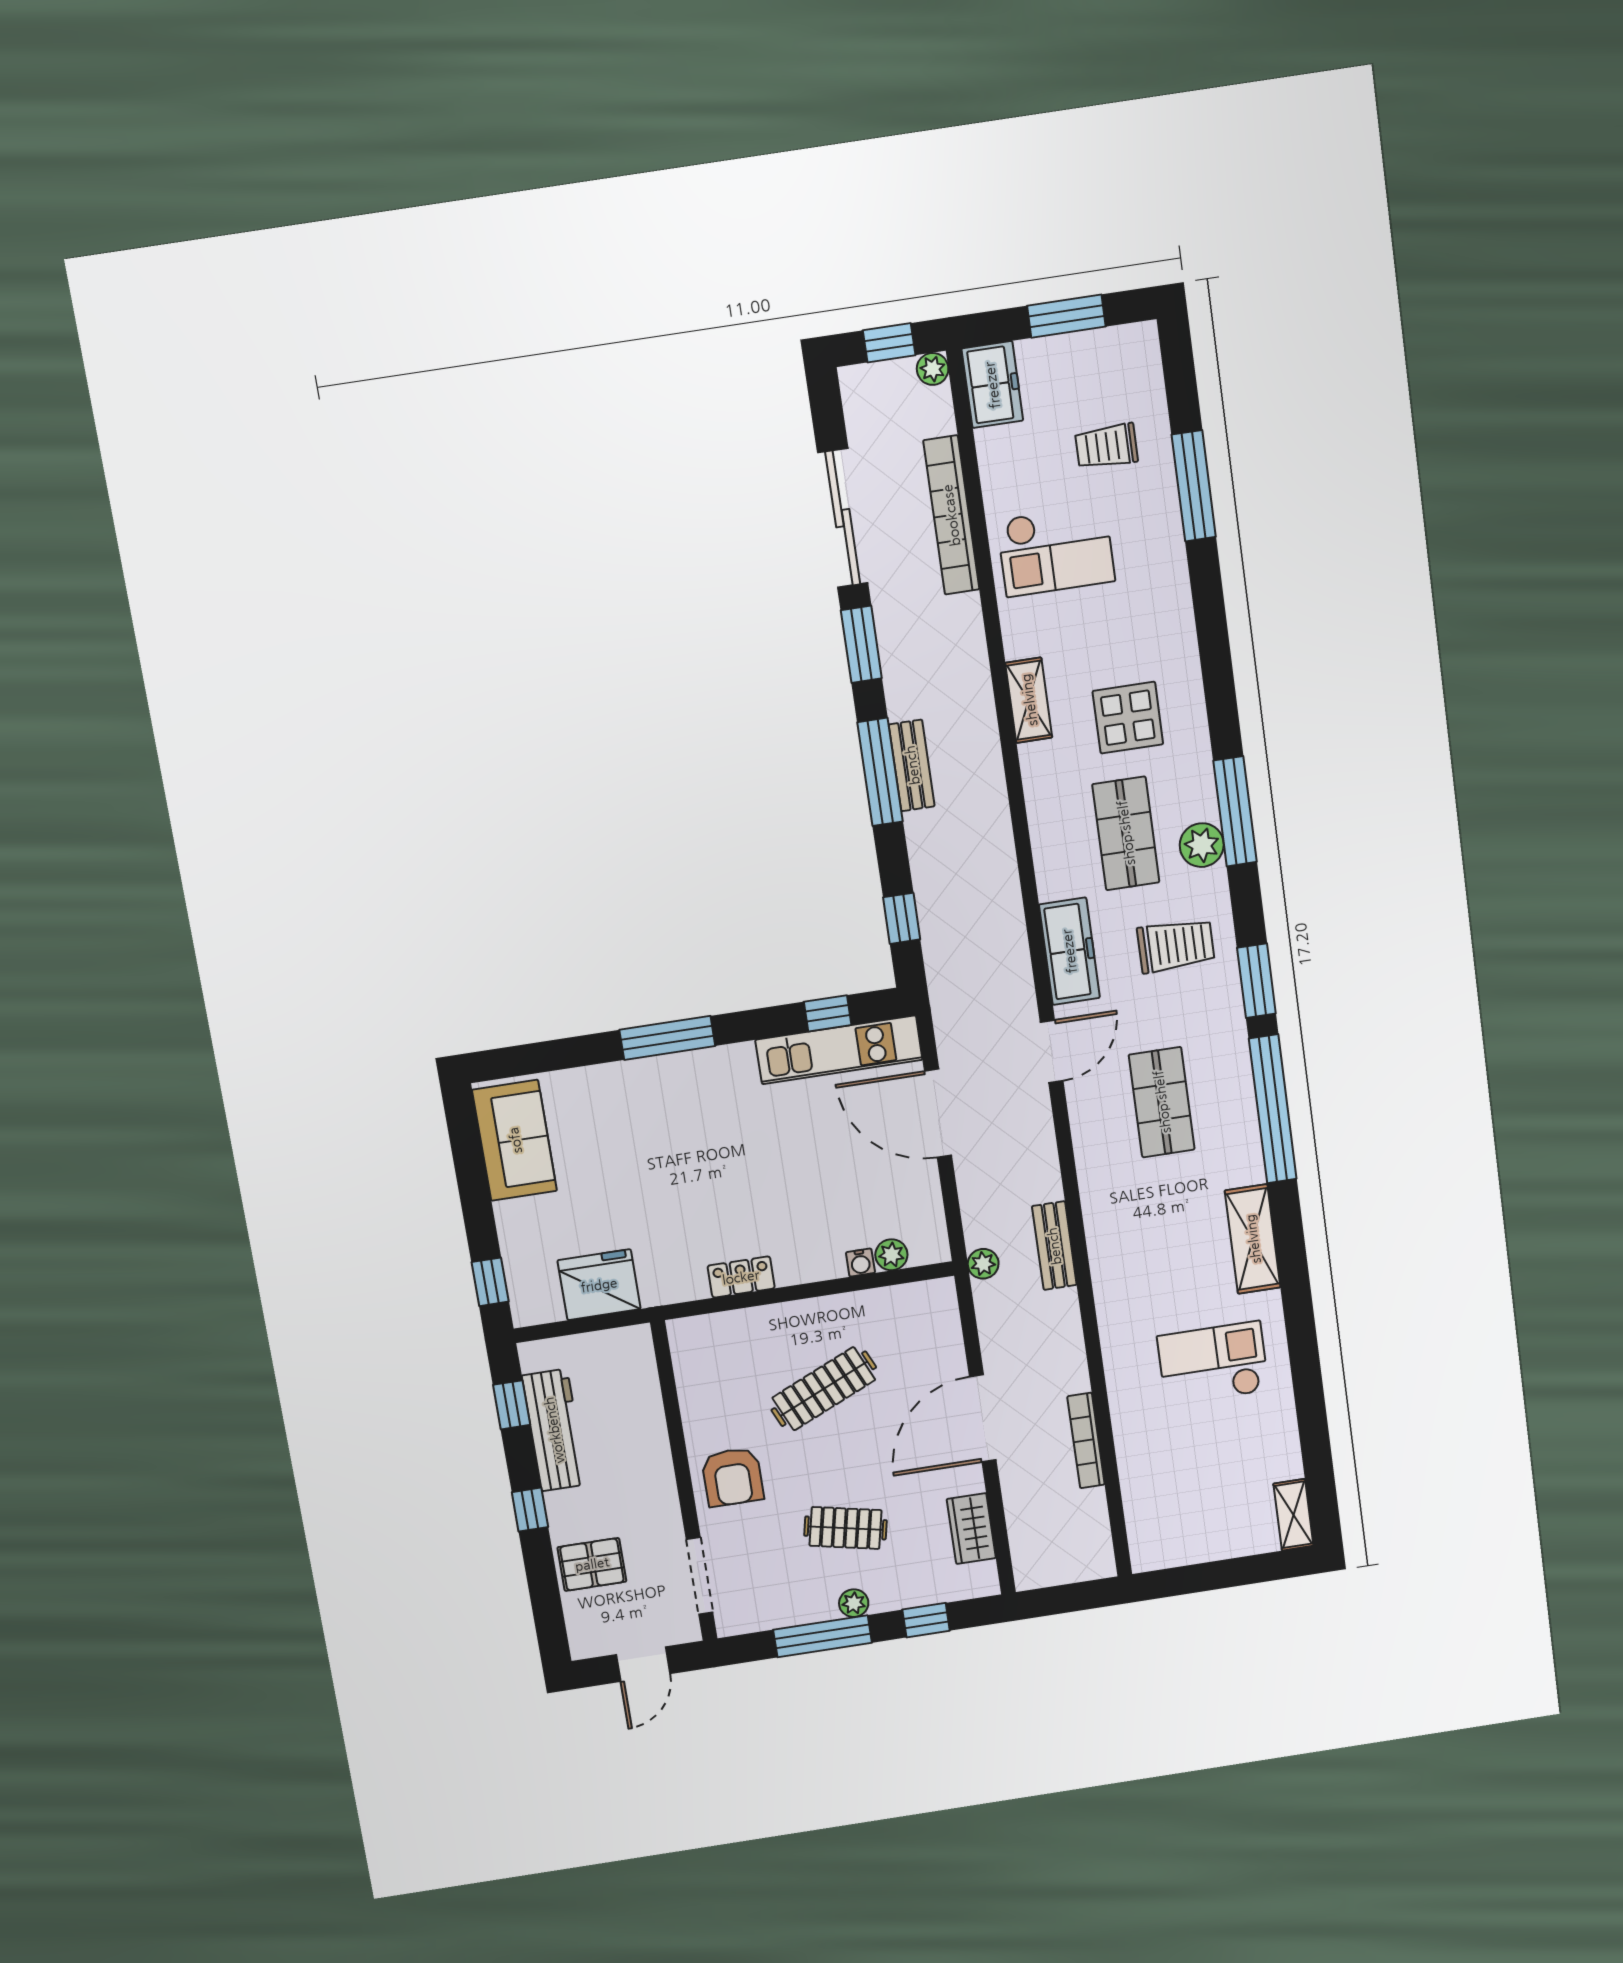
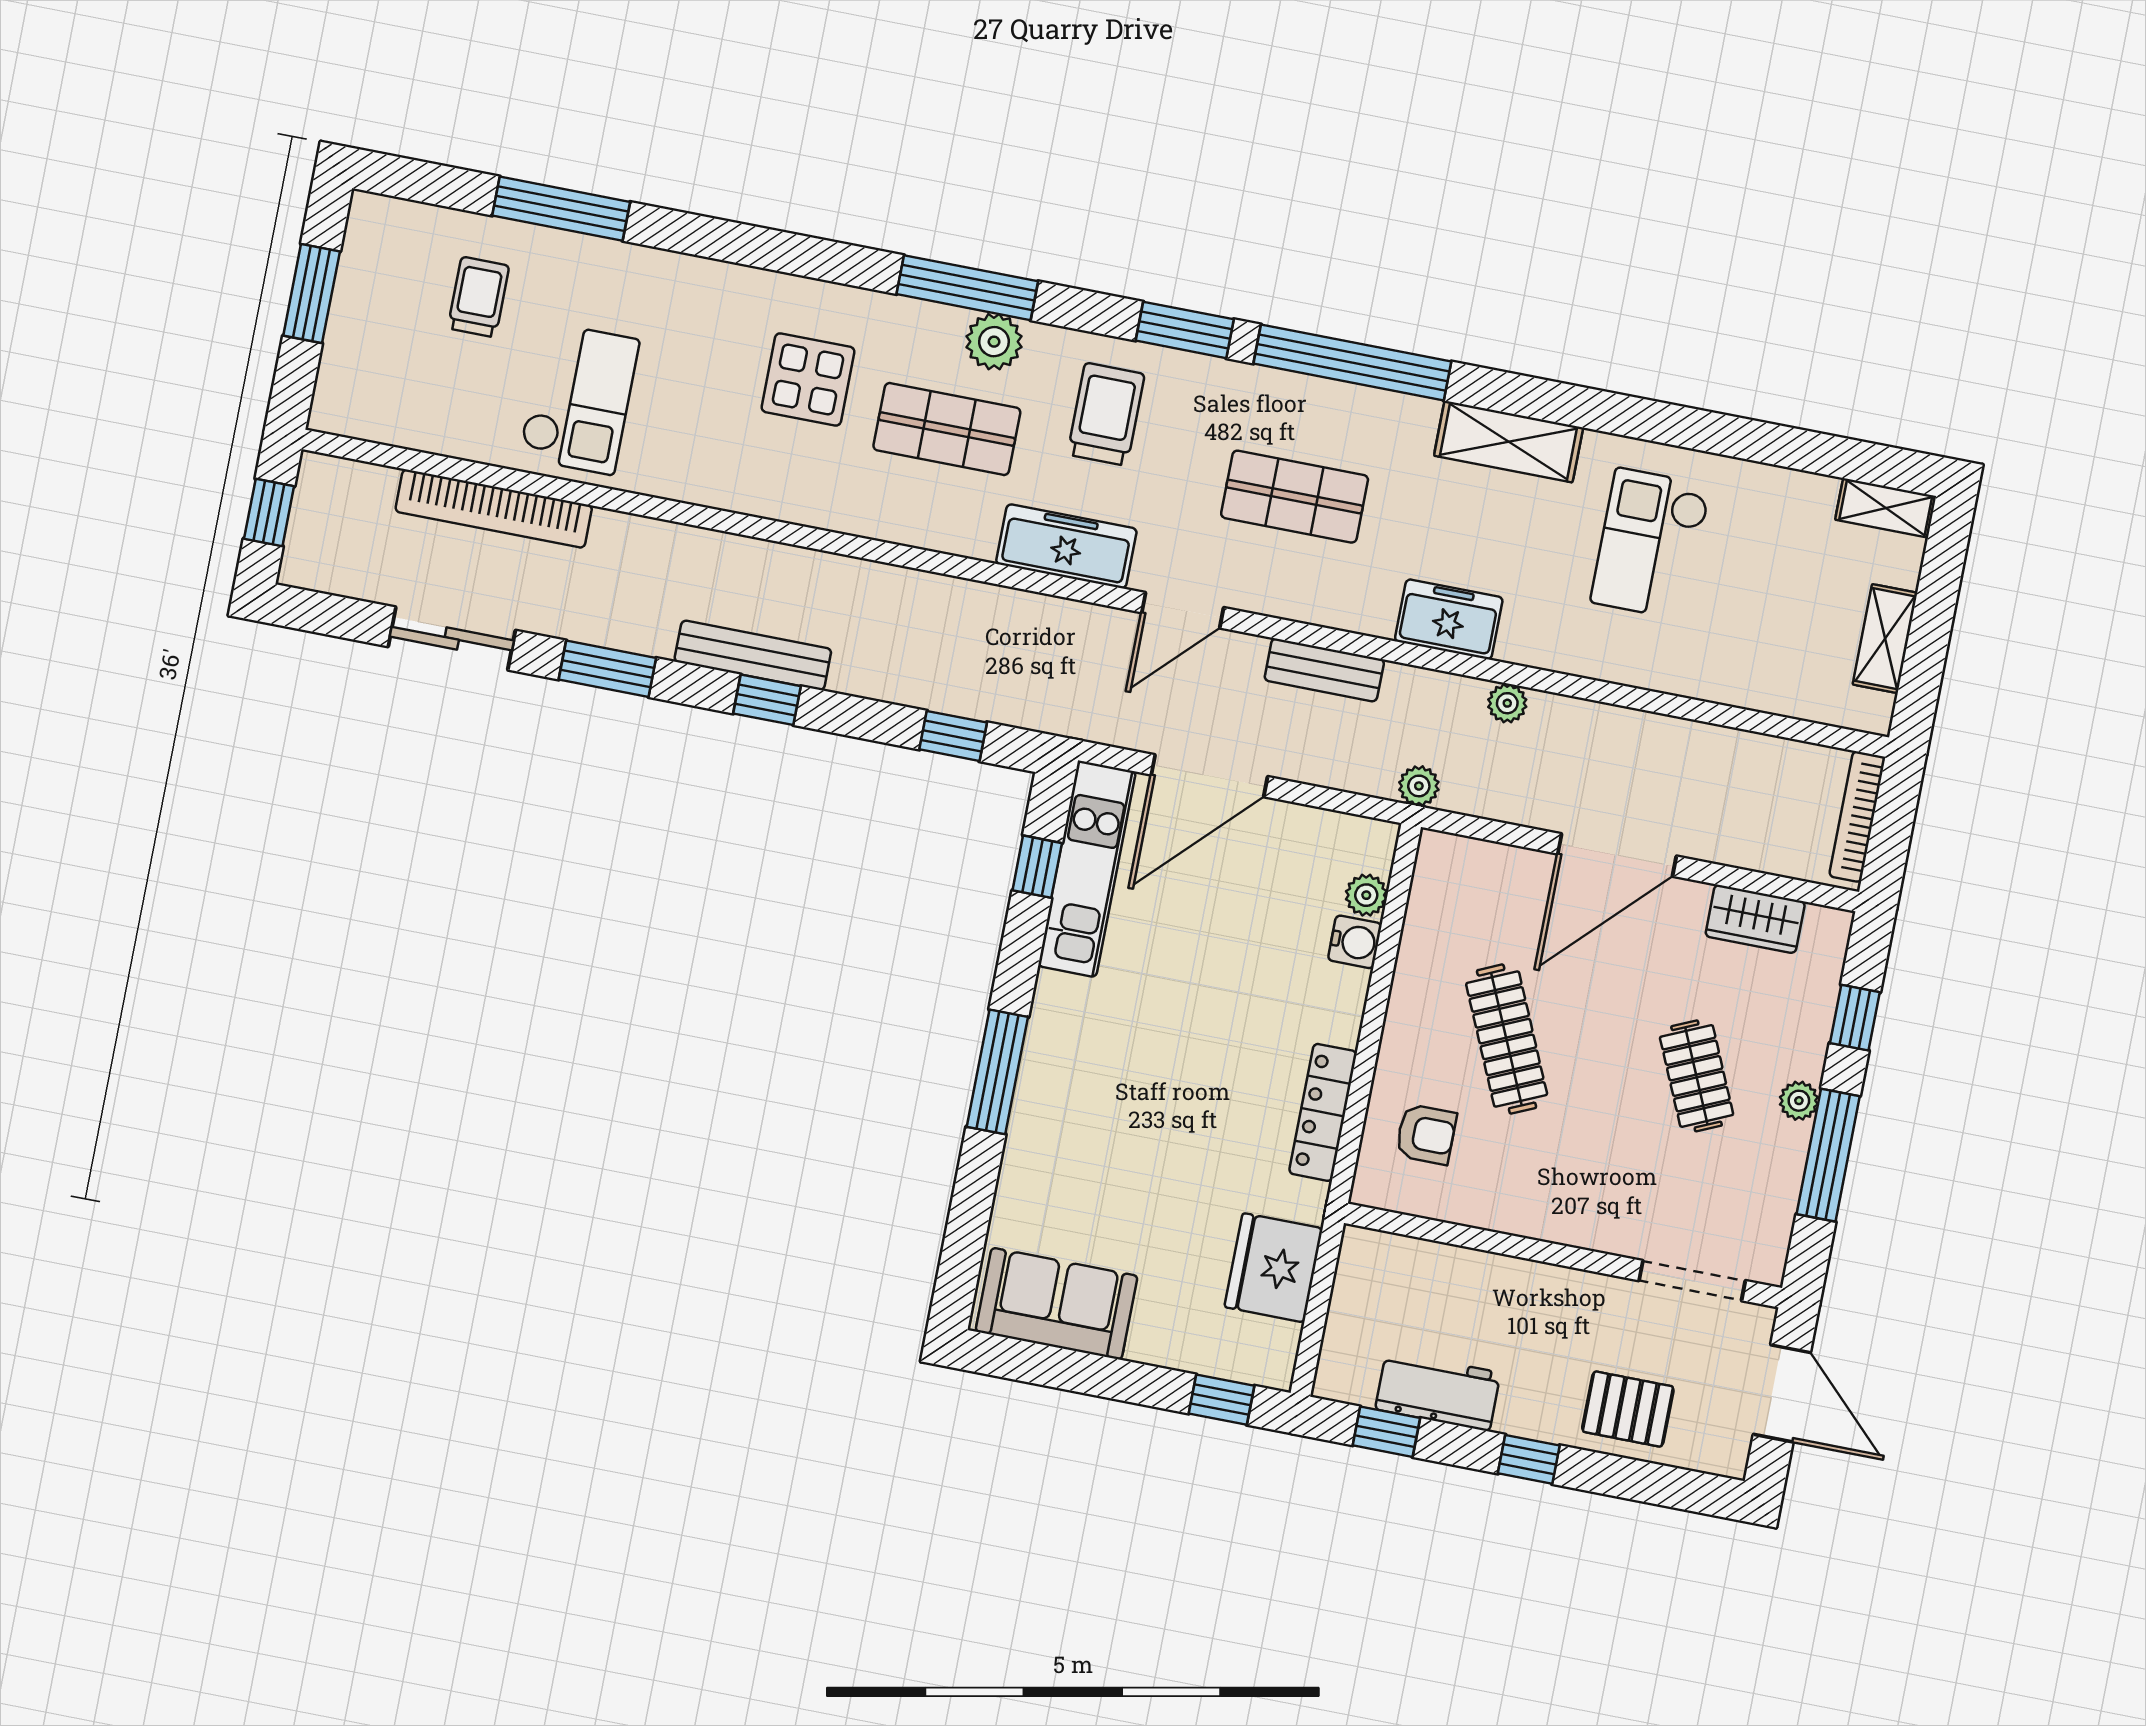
plant: (933, 369) -> (1507, 703), moved
freezer: (992, 385) -> (1449, 619), moved
trolley: (1106, 446) -> (478, 297), turned 180
sliding door: (843, 518) -> (452, 639), width x0.73
shelving: (1029, 700) -> (1885, 639), moved, turned 90
bench: (912, 765) -> (753, 655), width x1.36
window: (880, 772) -> (767, 700), width x0.46
door: (1052, 1052) -> (1183, 610), swing flipped
bench: (1054, 1246) -> (1324, 670), moved
water cooler: (860, 1263) -> (1355, 942), width x1.38, depth x1.38
locker: (741, 1277) -> (1323, 1112), width x1.53
door: (983, 1418) -> (1617, 855), hinge flipped
workbench: (554, 1430) -> (1438, 1391), width x0.73
bookcase: (1086, 1440) -> (1857, 817), moved, turned 90
armchair: (732, 1477) -> (1426, 1134), moved, width x0.72, depth x0.72
clothes rail: (846, 1528) -> (1697, 1076), turned -36
pallet: (592, 1564) -> (1628, 1409), turned 90
door: (643, 1664) -> (1782, 1393), width x1.38

